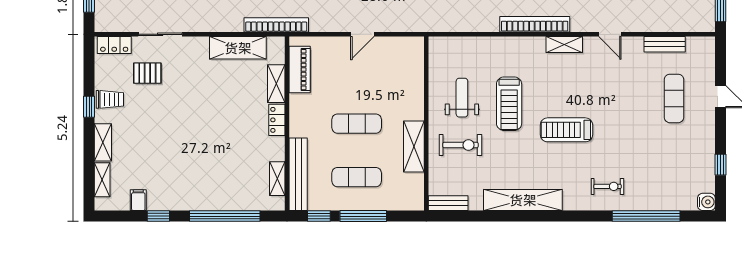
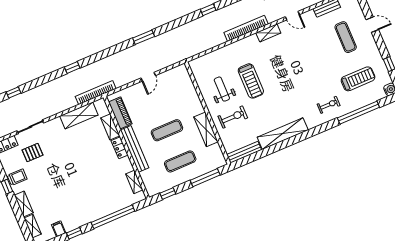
treadmill: (566, 130) -> (358, 79), moved, turned 180
bench: (298, 174) -> (135, 149), moved
bench: (448, 203) -> (244, 152), width x1.36
window: (363, 216) -> (205, 178), moved

